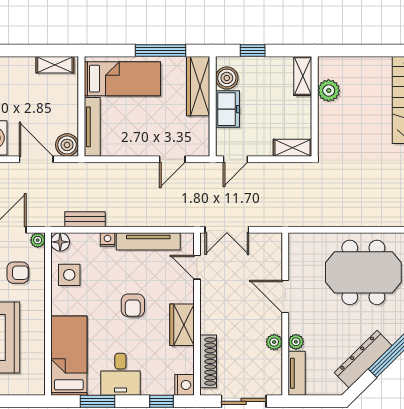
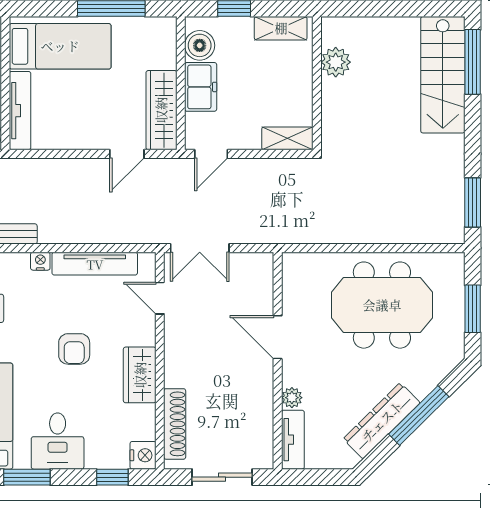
shelving: (303, 76) -> (281, 28), moved, turned 90
wardrobe: (198, 86) -> (161, 110), moved
plant: (274, 342) -> (263, 398), removed

